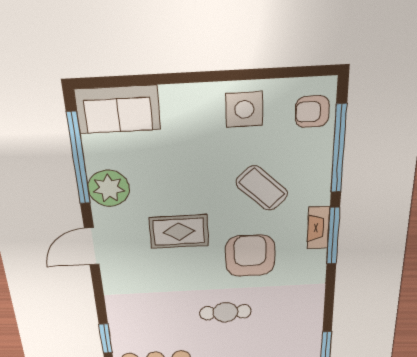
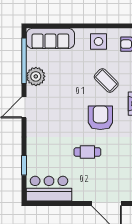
sofa: (118, 110) -> (50, 38), width x1.36
rug: (179, 232) -> (66, 102), removed

